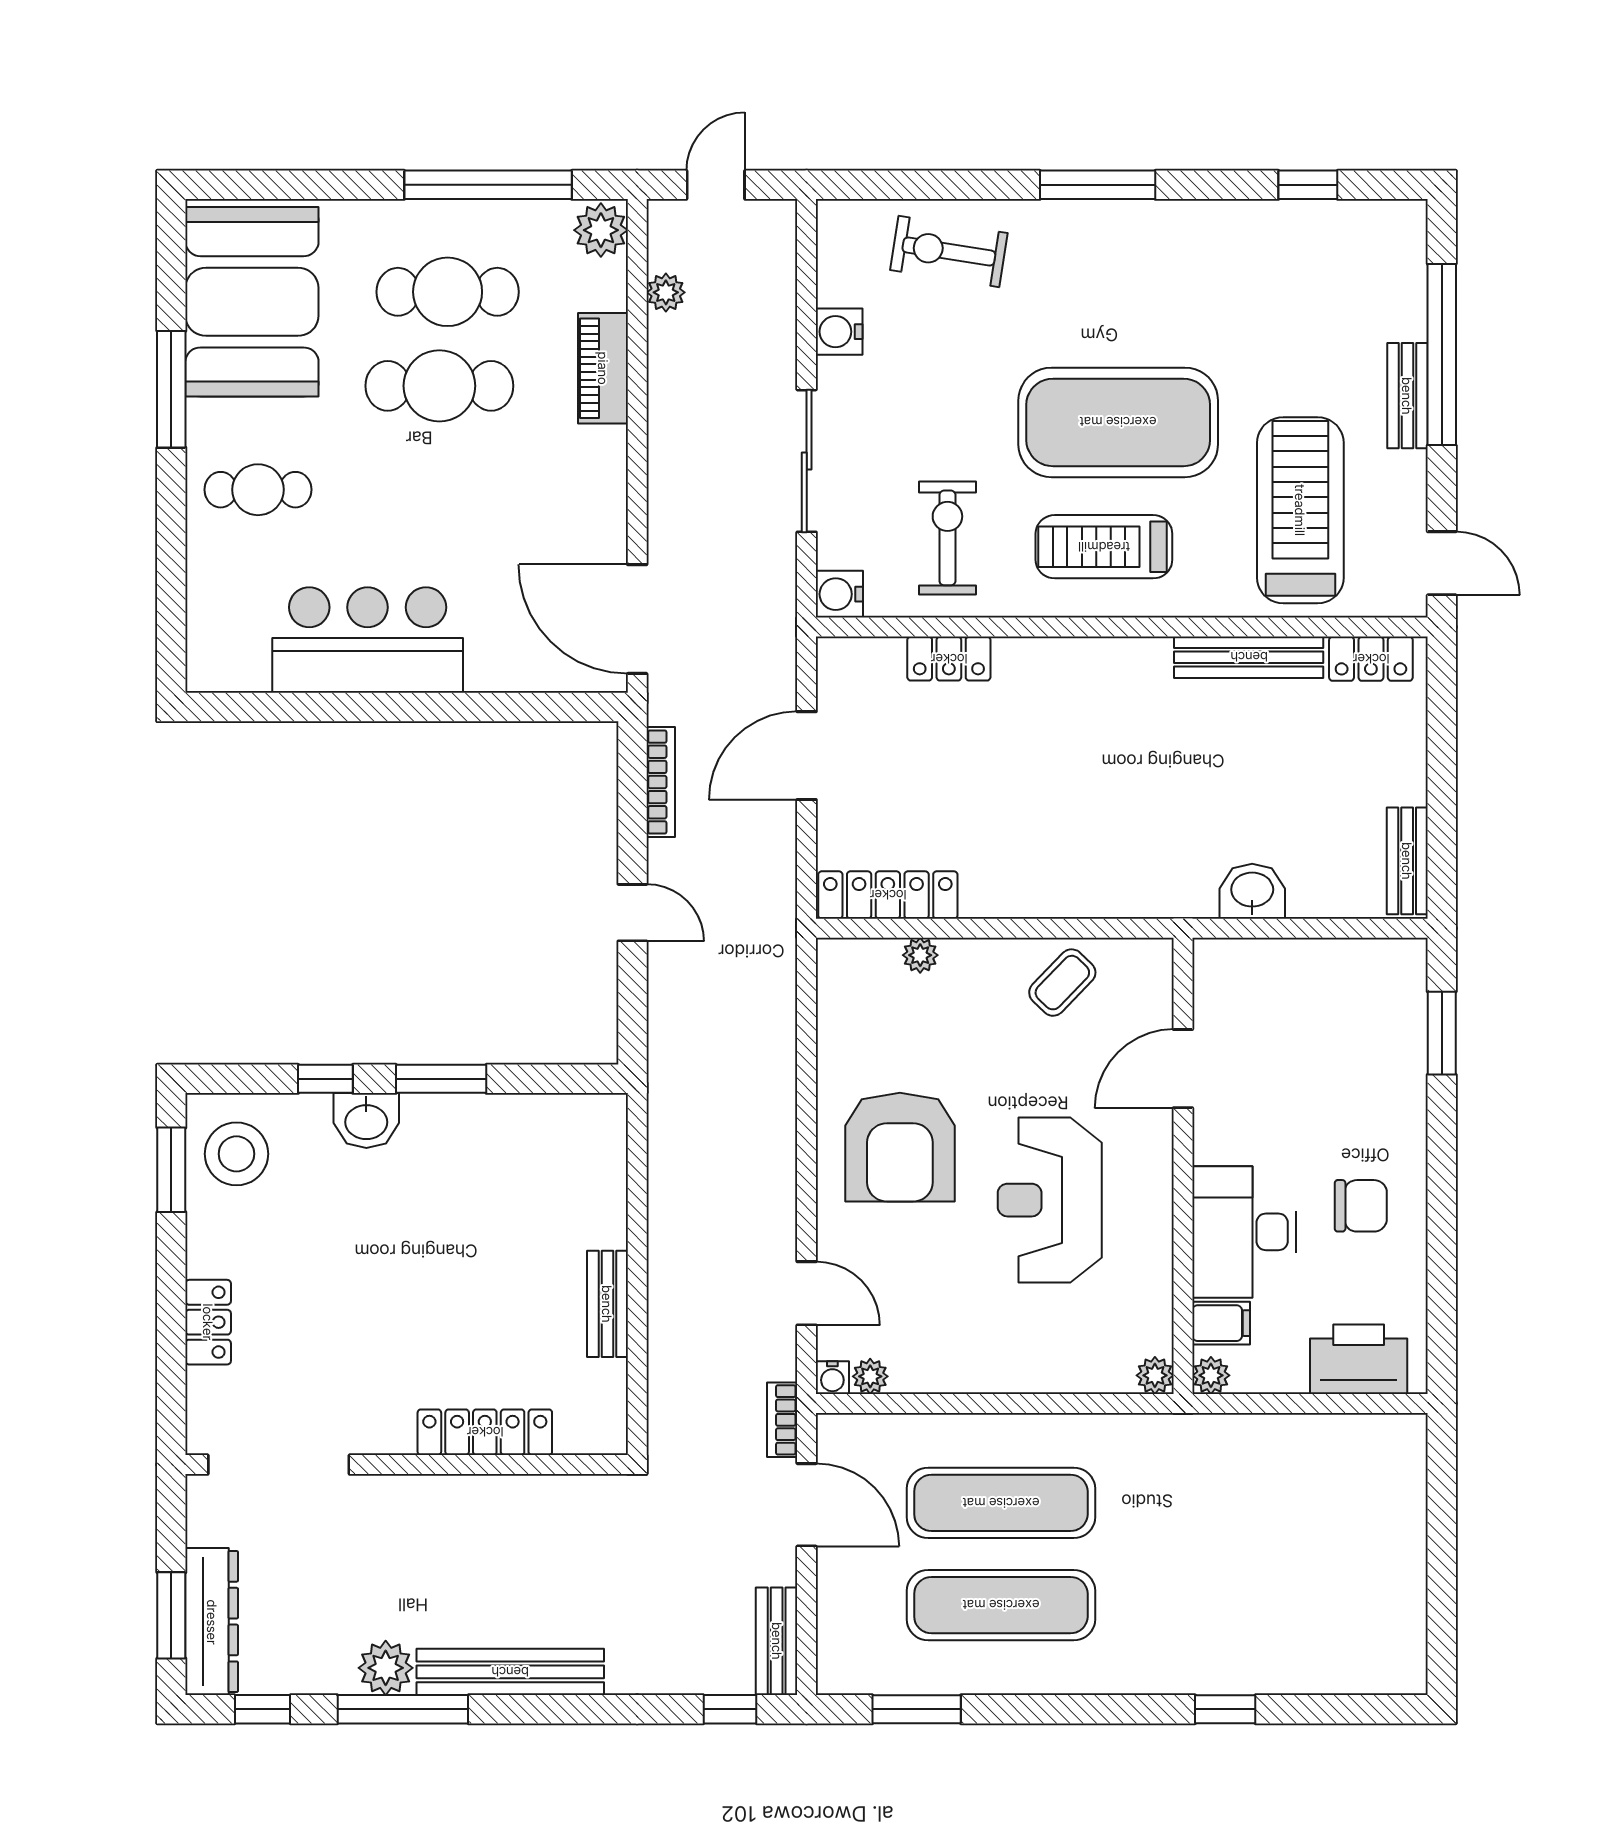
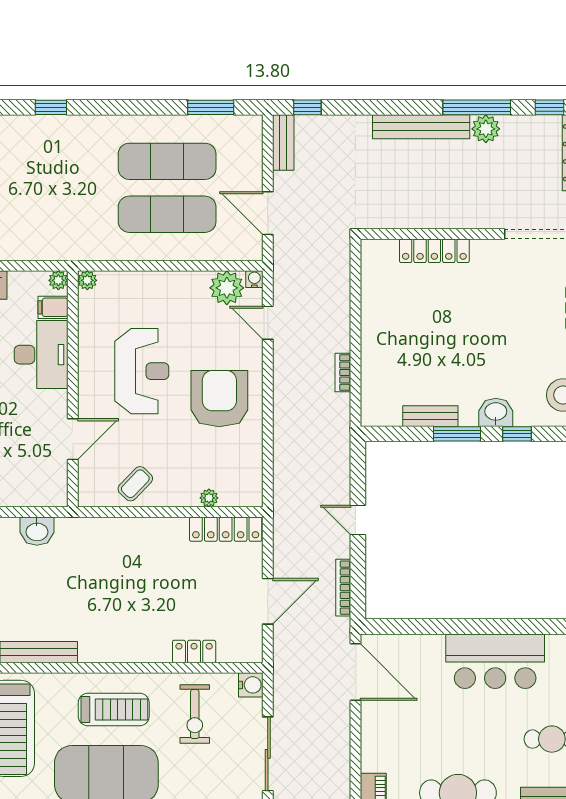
bench: (607, 1304) -> (430, 416), moved, turned 90
plant: (870, 1376) -> (227, 288), width x1.88, depth x1.88
bookcase: (782, 1420) -> (343, 372), moved, turned 180

